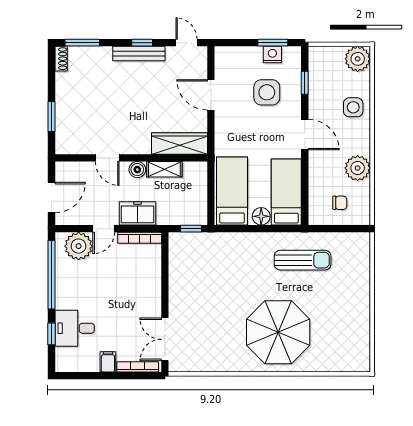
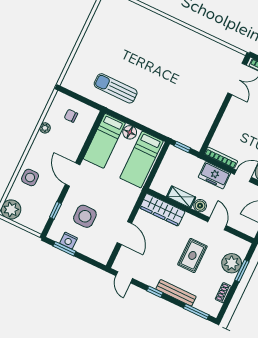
bench: (139, 54) -> (176, 293), moved
shoe rack: (61, 59) -> (223, 293), moved
rug: (118, 107) -> (192, 255), added
plant: (68, 119) -> (232, 263), added
plant: (358, 168) -> (45, 128), width x0.53, depth x0.53
parasol: (278, 332) -> (156, 47), removed

